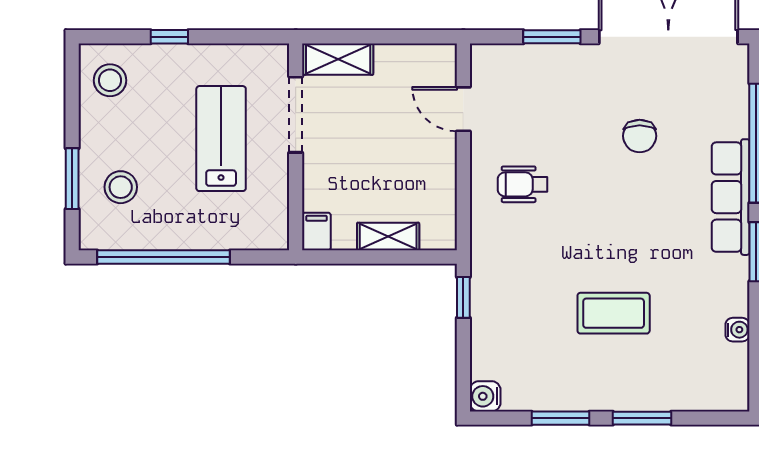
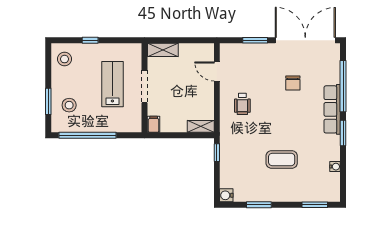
doorway: (296, 115) -> (145, 86), moved
wheelchair: (523, 184) -> (242, 104), turned -90
shelving: (388, 237) -> (201, 126), moved
window: (642, 418) -> (315, 205), moved

